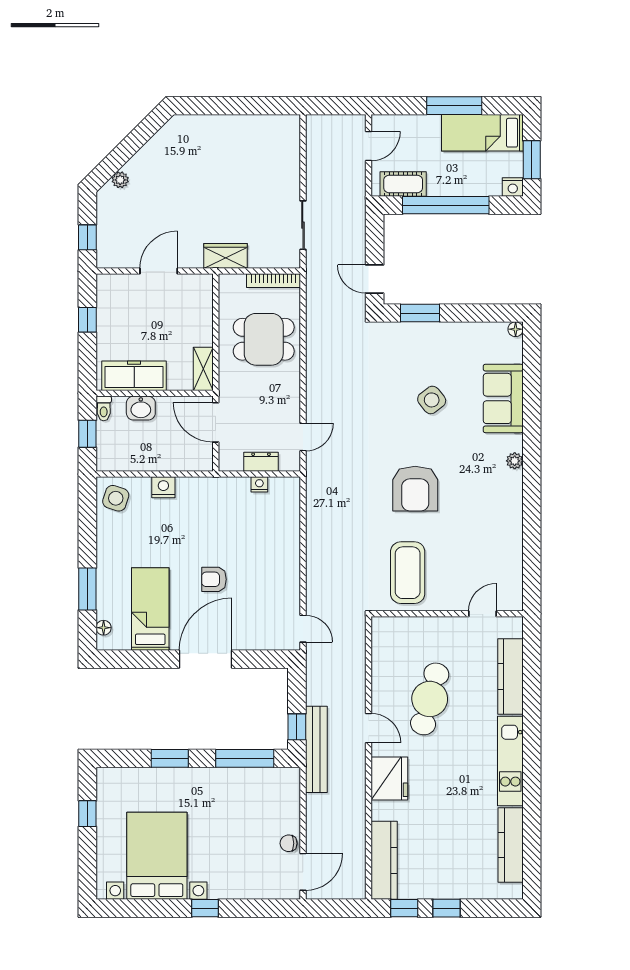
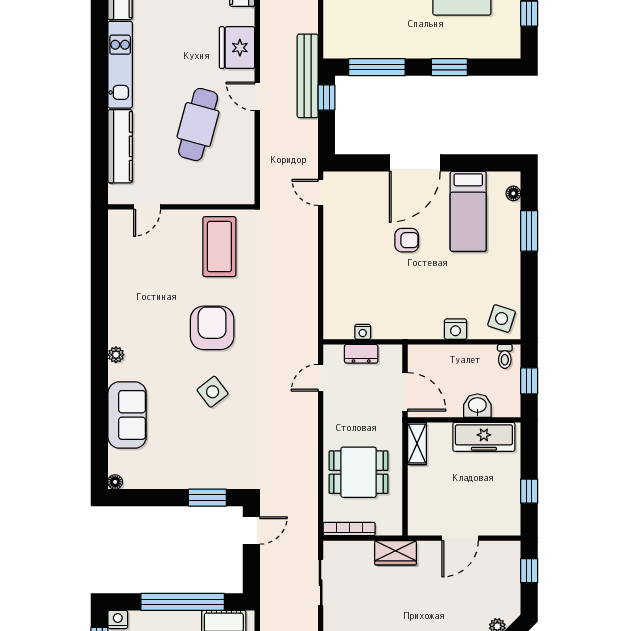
door: (375, 279) -> (251, 530), hinge flipped
side table: (432, 400) -> (213, 392), moved
toilet: (104, 408) -> (505, 356), moved, turned 180

